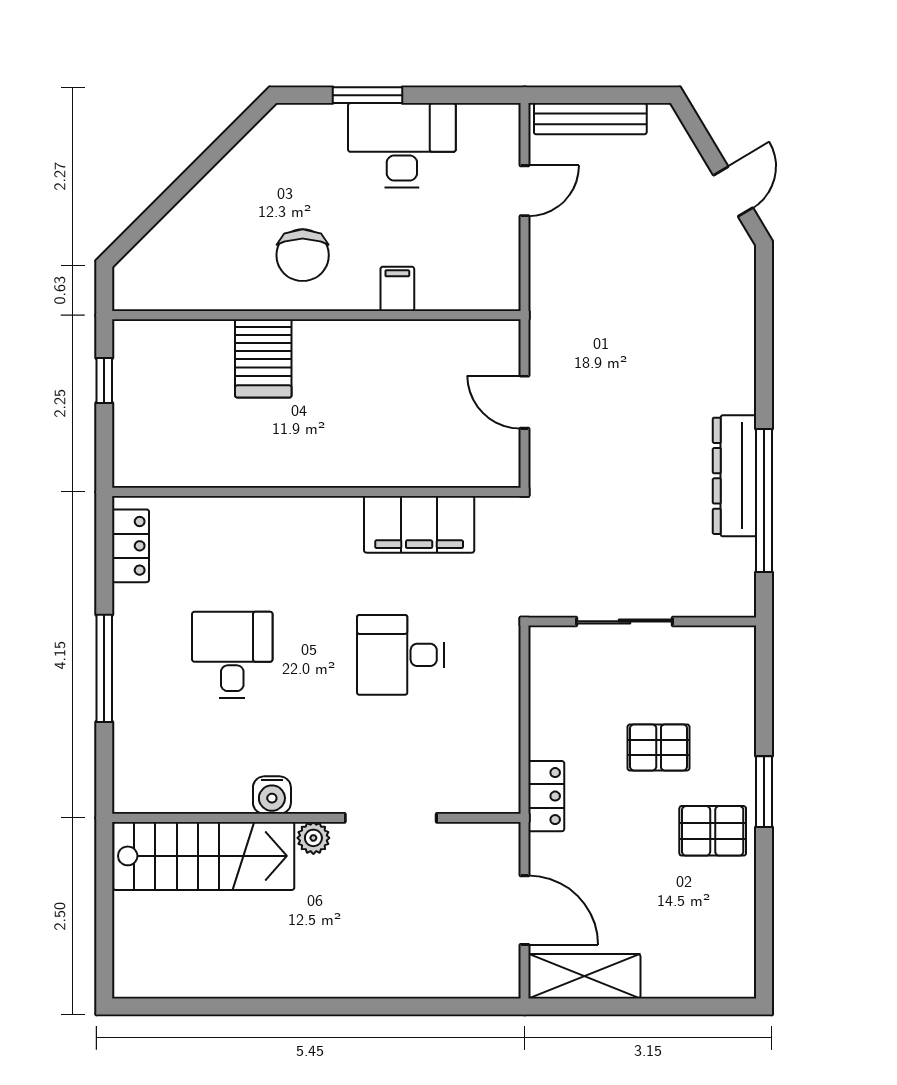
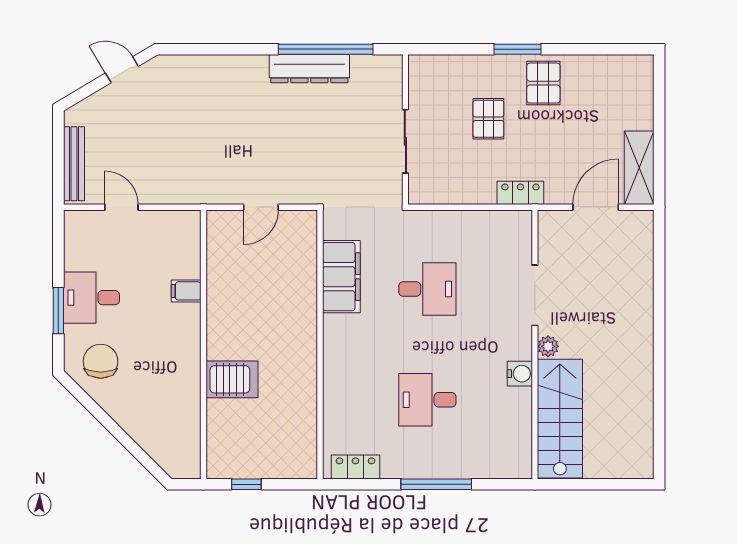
desk: (402, 145) -> (91, 298), width x0.73
chair: (303, 255) -> (101, 361), moved, turned -90
desk: (400, 655) -> (427, 289), turned -90

